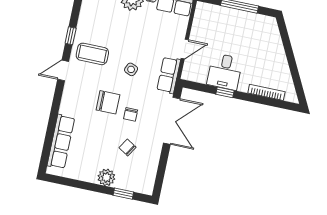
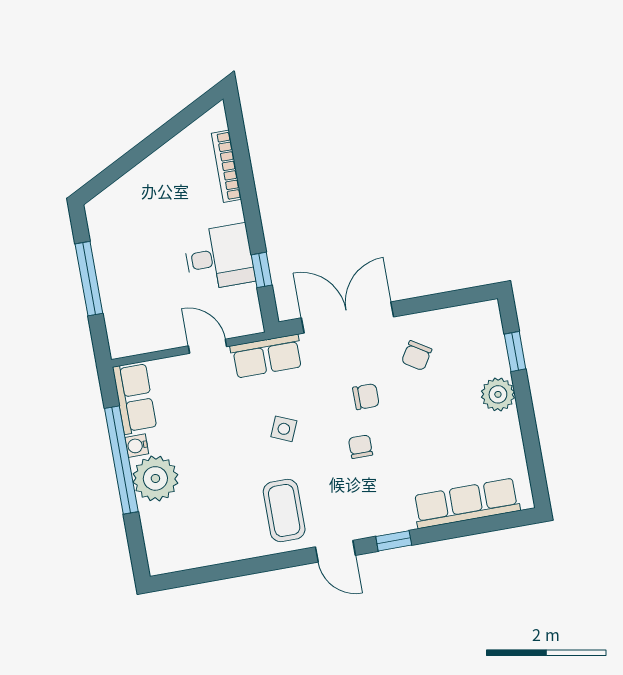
window: (71, 36) -> (394, 541), moved
window: (225, 92) -> (262, 270), moved
chair: (108, 102) -> (361, 447), width x0.54, depth x0.54
chair: (128, 147) -> (417, 356), moved

